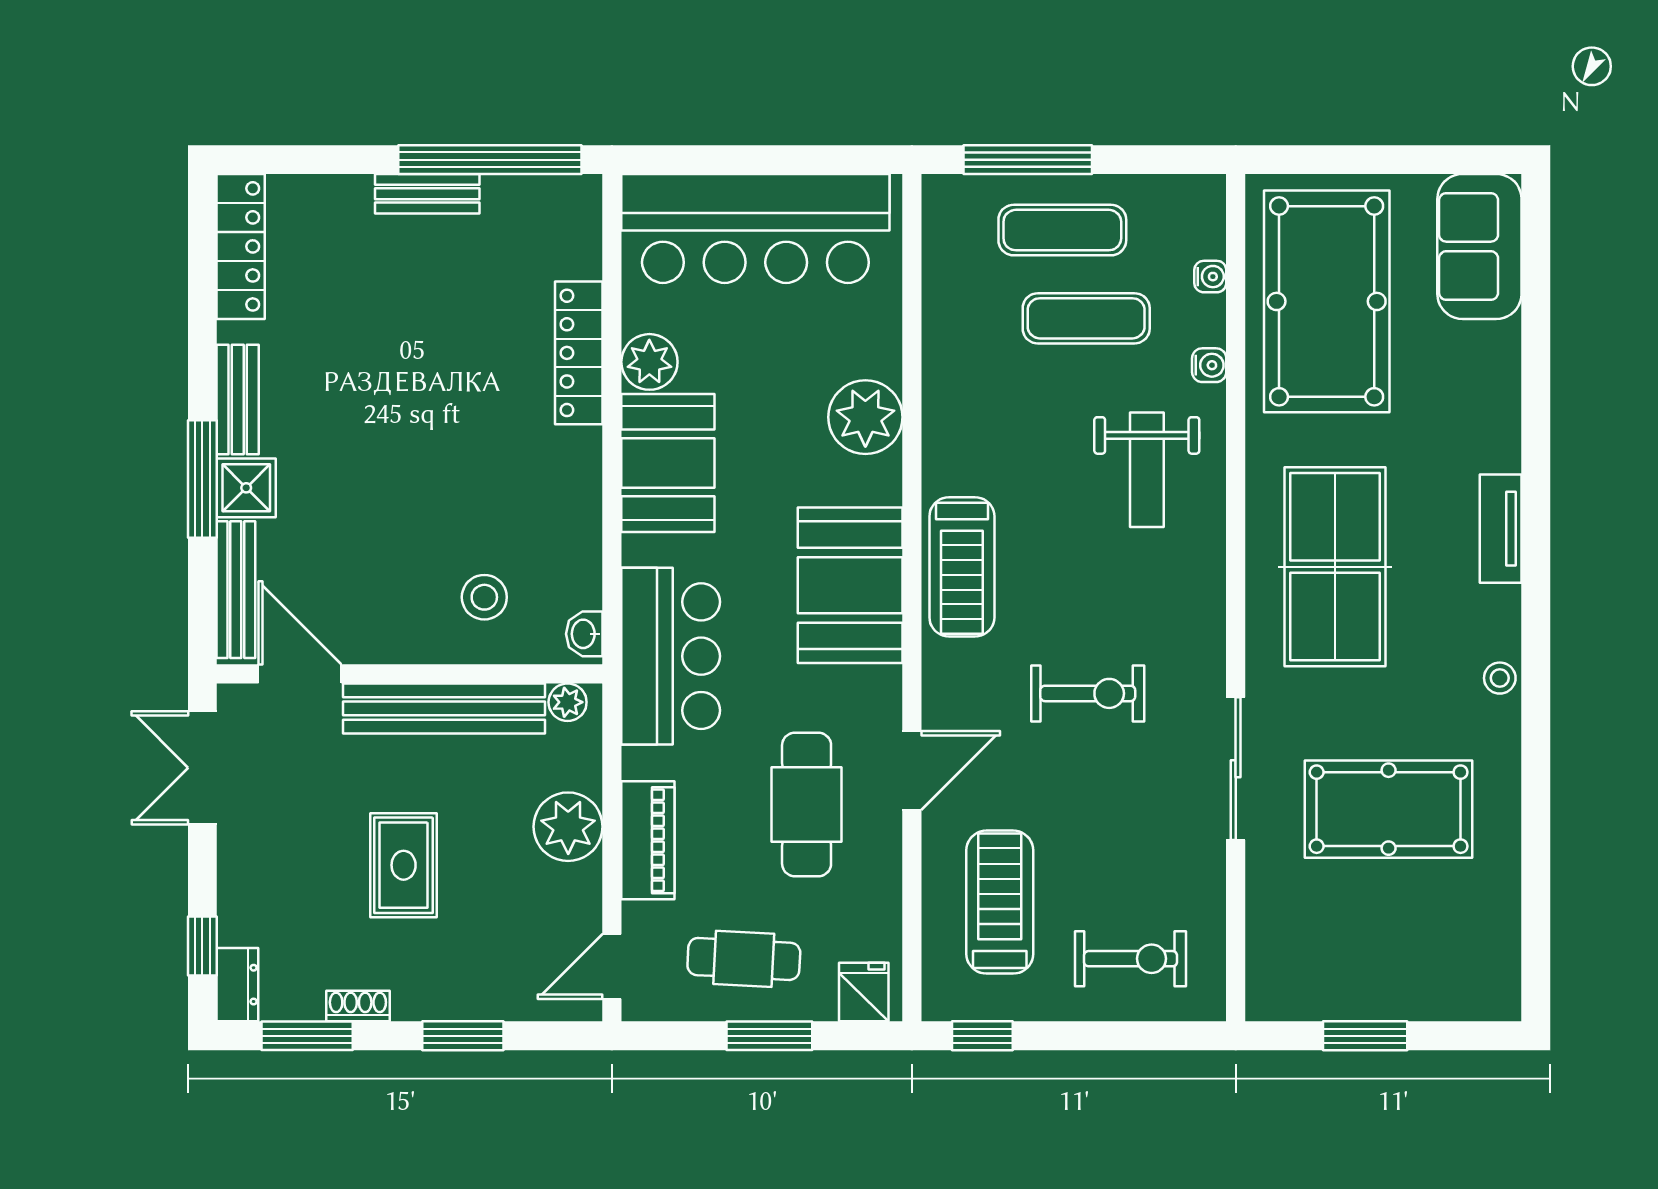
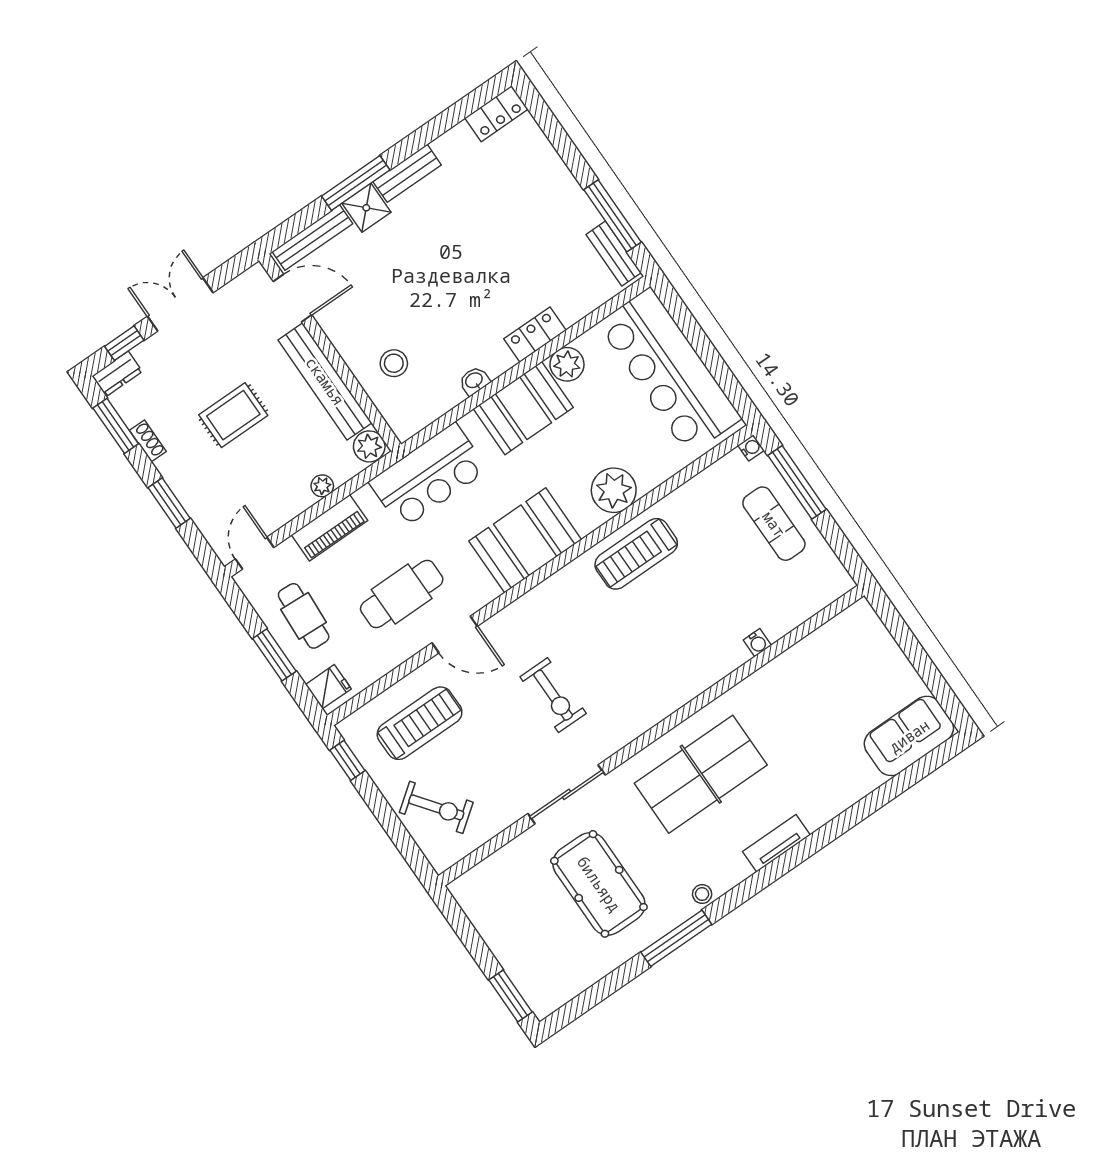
window: (490, 160) -> (612, 216), width x0.68
bench: (427, 194) -> (614, 254), moved
locker: (241, 246) -> (496, 114), width x0.66
water cooler: (1210, 277) -> (751, 448), moved, turned -90
pool table: (1327, 301) -> (829, 679), removed
exercise mat: (1086, 318) -> (738, 566), removed
locker: (579, 353) -> (535, 335), width x0.66
weight bench: (1147, 470) -> (684, 648), removed
treadmill: (962, 567) -> (636, 554), moved
washbasin: (584, 634) -> (474, 381), moved
door: (300, 674) -> (293, 298), hinge flipped
plant: (568, 702) -> (369, 446), width x1.38, depth x1.38
window: (1536, 755) -> (676, 938), added
double door: (202, 768) -> (180, 304), moved
plant: (568, 827) -> (322, 486), width x0.53, depth x0.53
exercise bike: (1131, 959) -> (436, 807), turned -37
door: (612, 967) -> (255, 553), hinge flipped
window: (1365, 1036) -> (511, 996), moved

